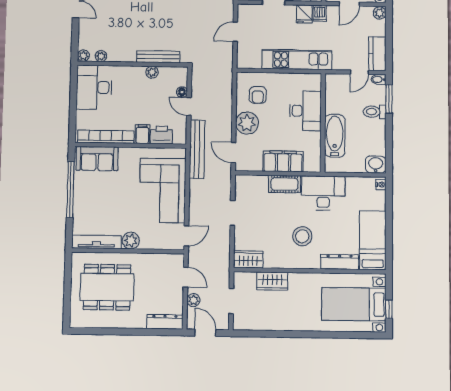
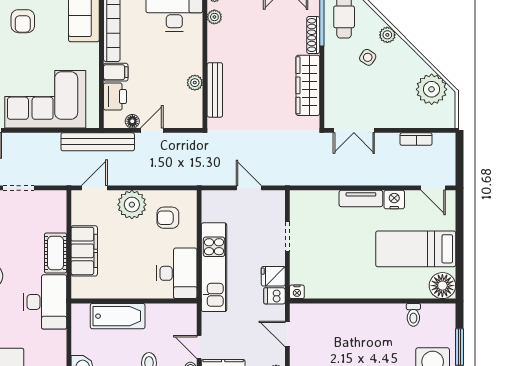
floor lamp: (182, 92) -> (132, 121), moved
desk: (305, 111) -> (177, 273), moved, turned -90
armchair: (100, 207) -> (23, 21), added

